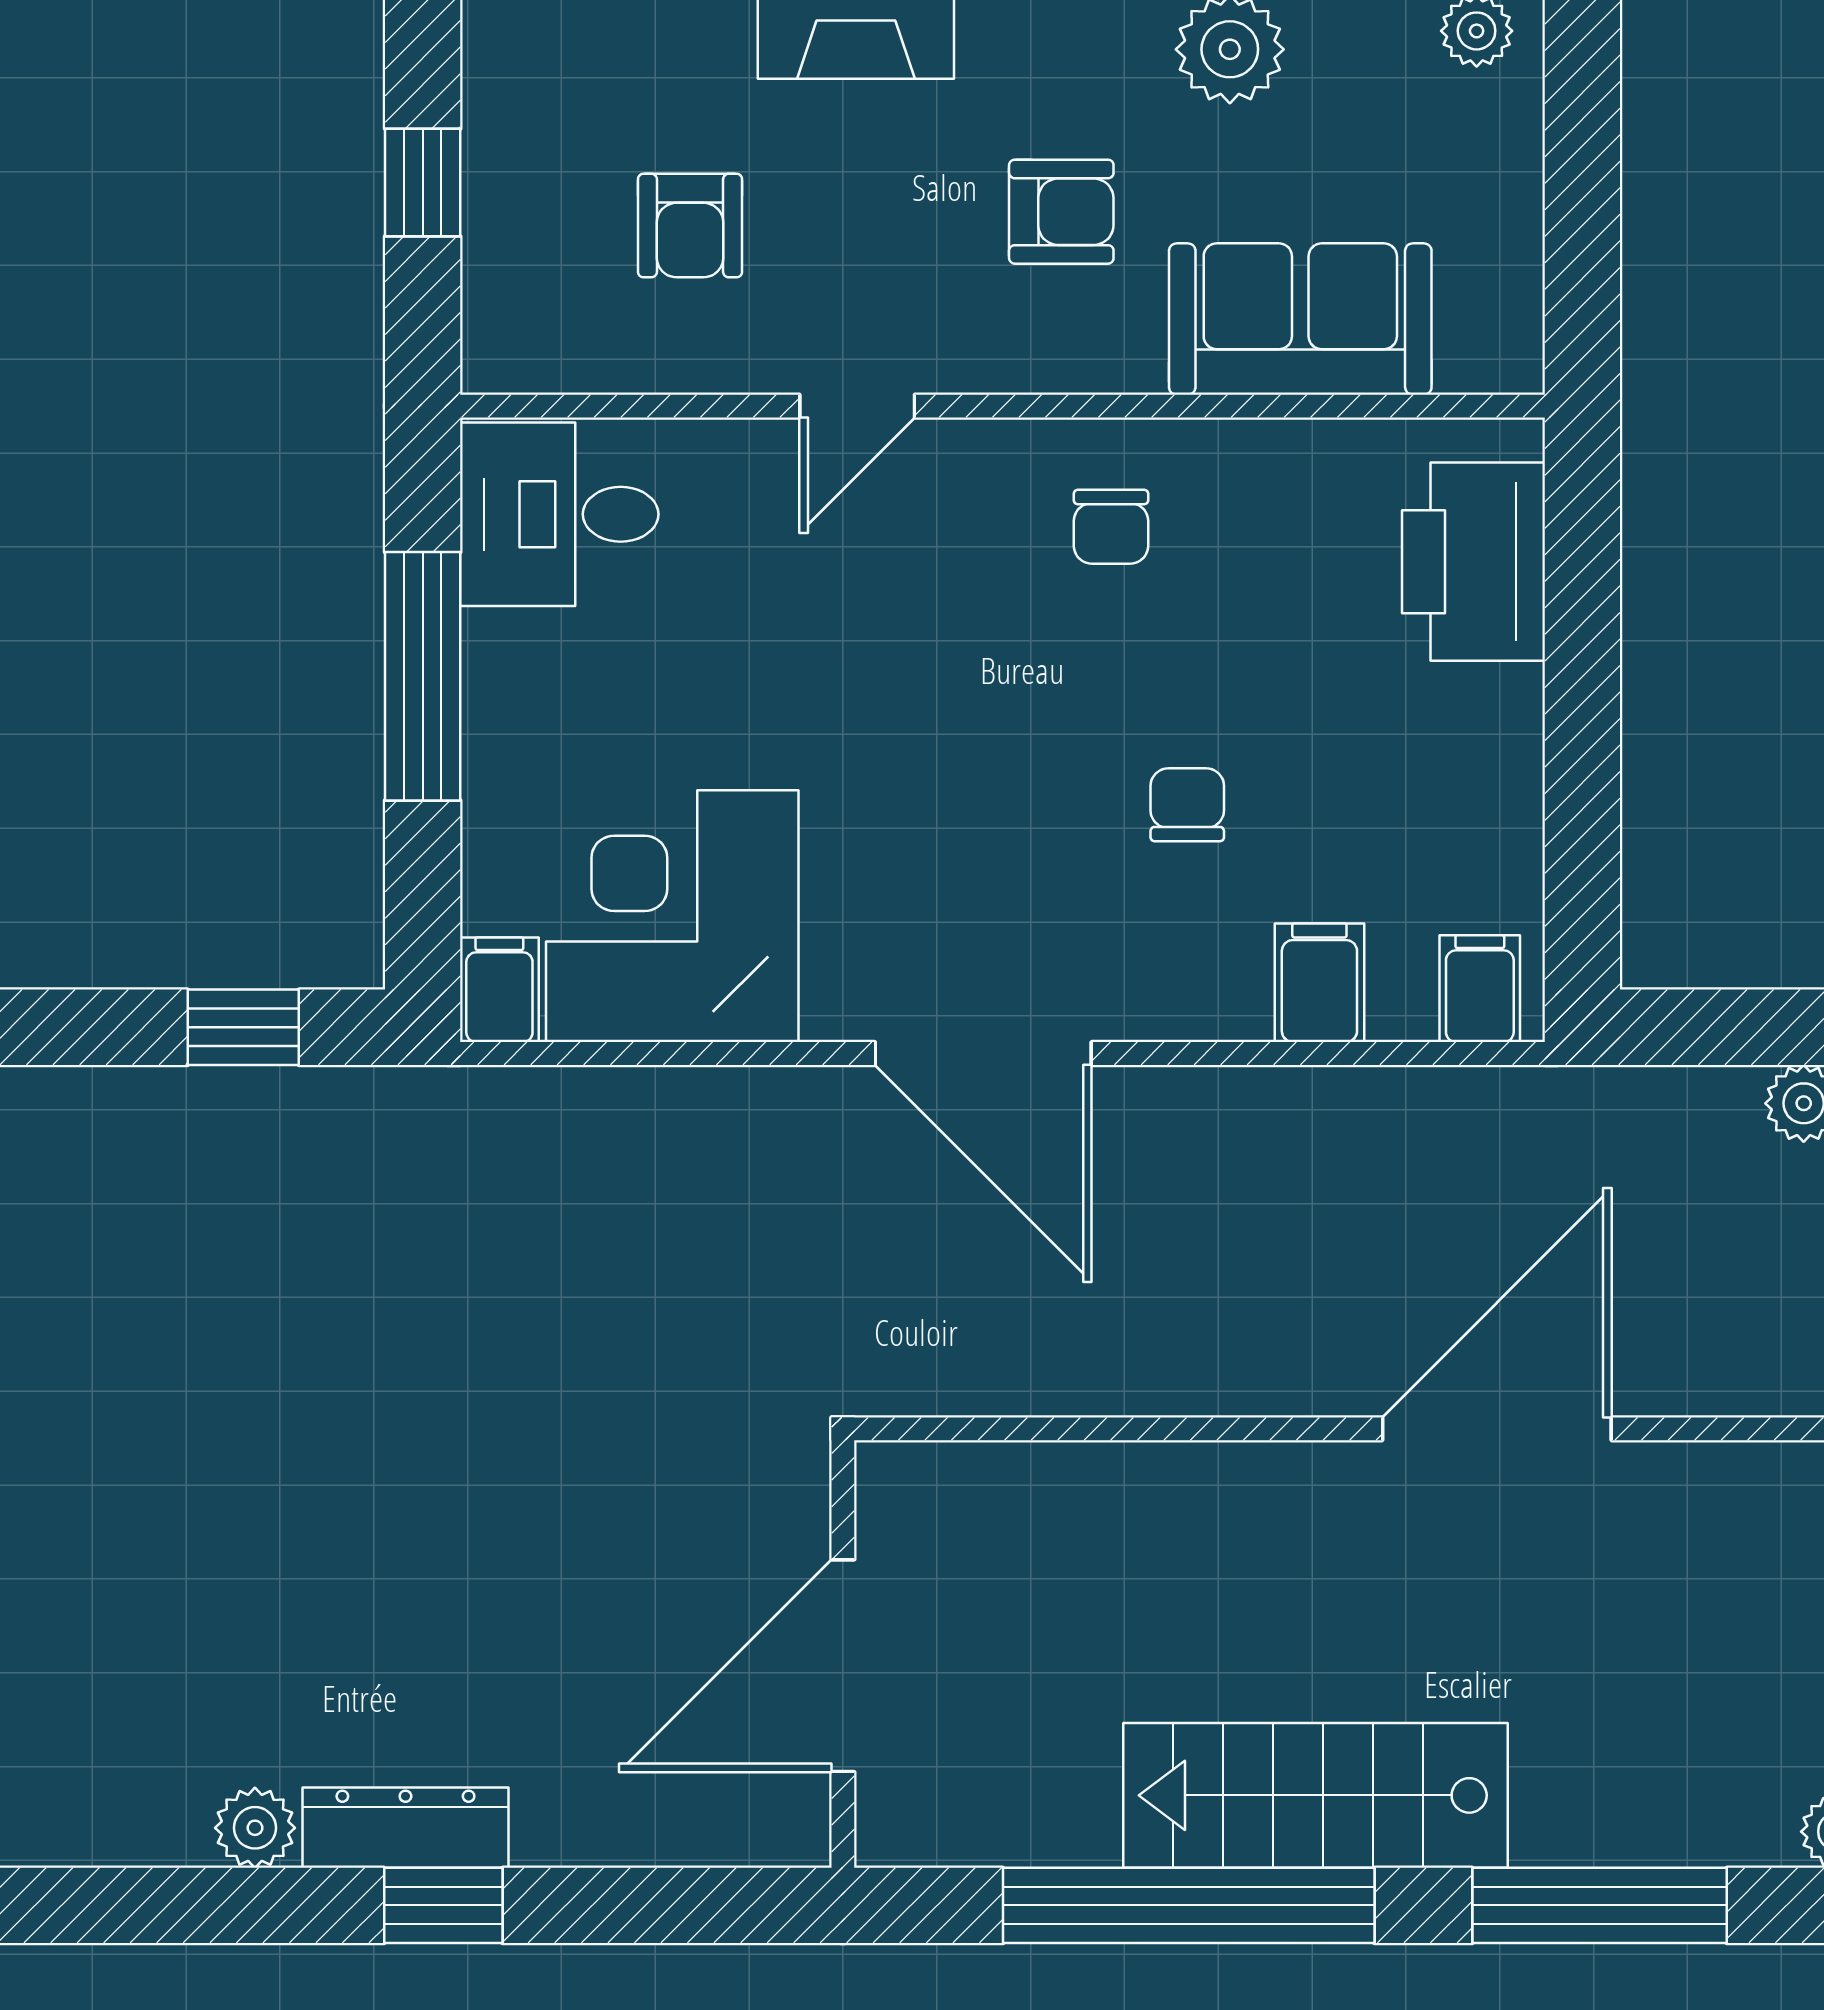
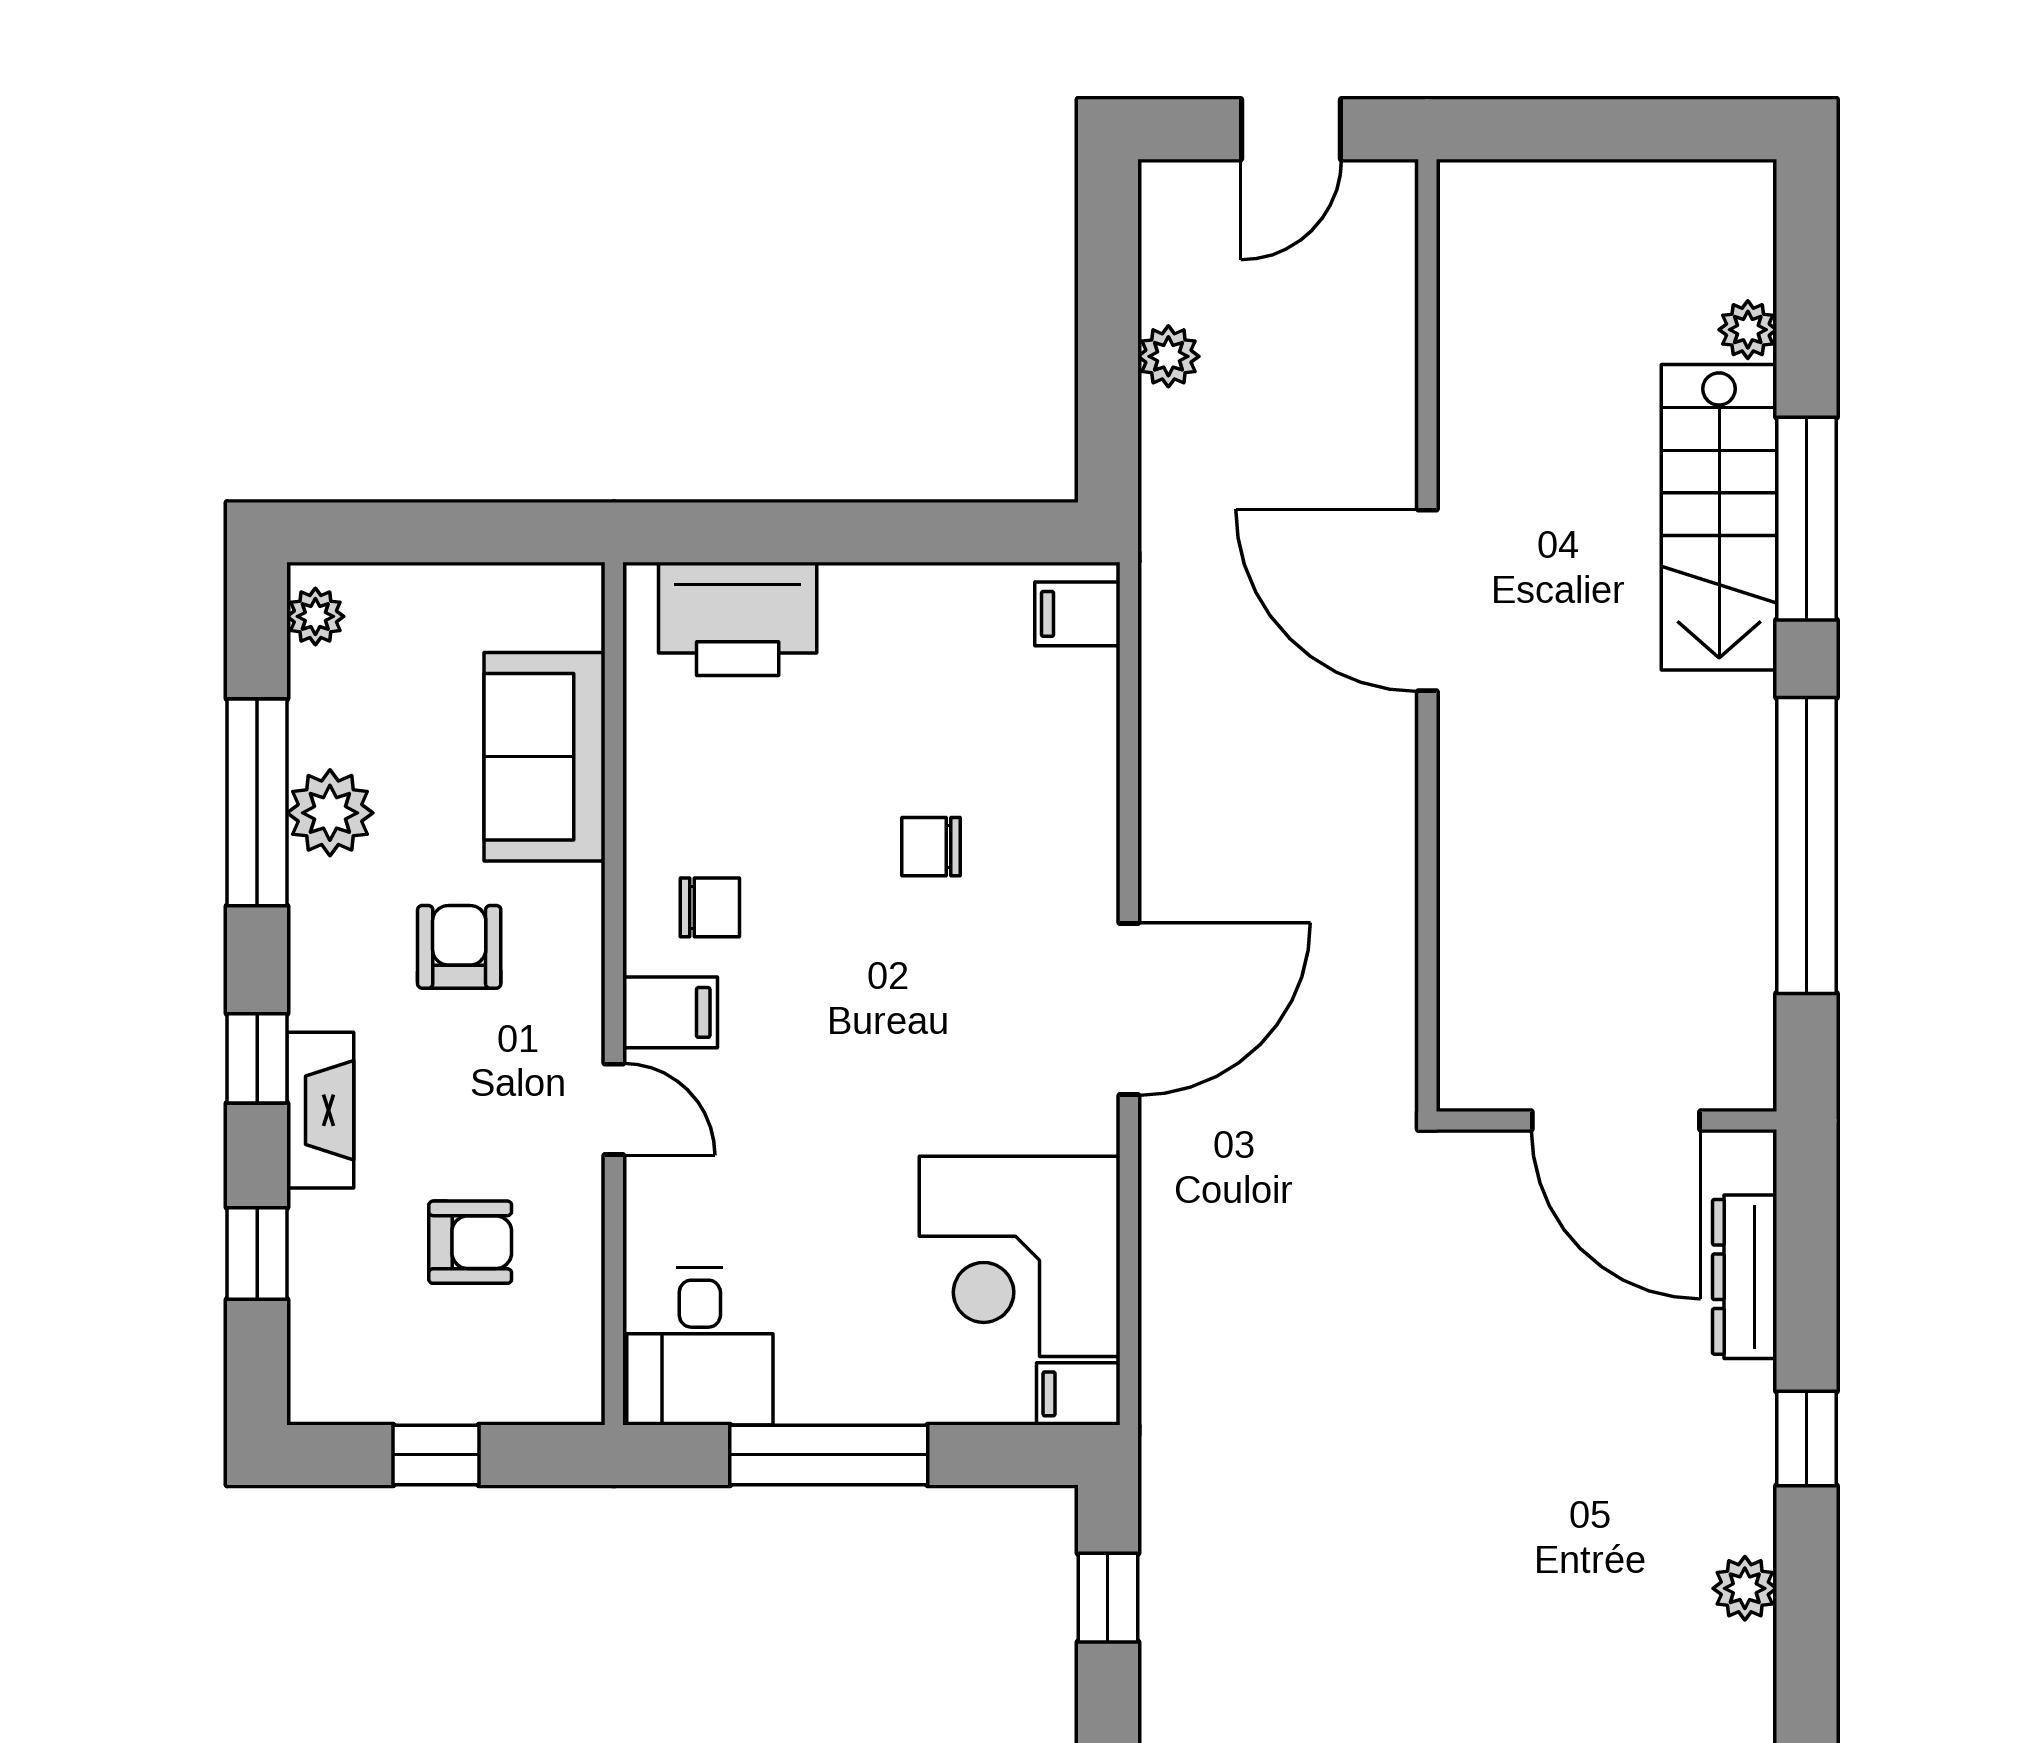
filing cabinet: (1319, 983) -> (670, 1012), moved, turned 180
stairs: (1315, 1795) -> (1719, 517), moved
dresser: (405, 1828) -> (1745, 1277), moved

